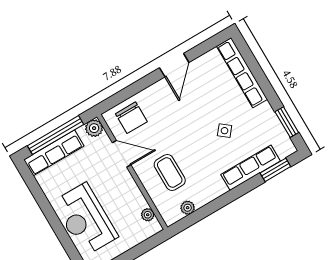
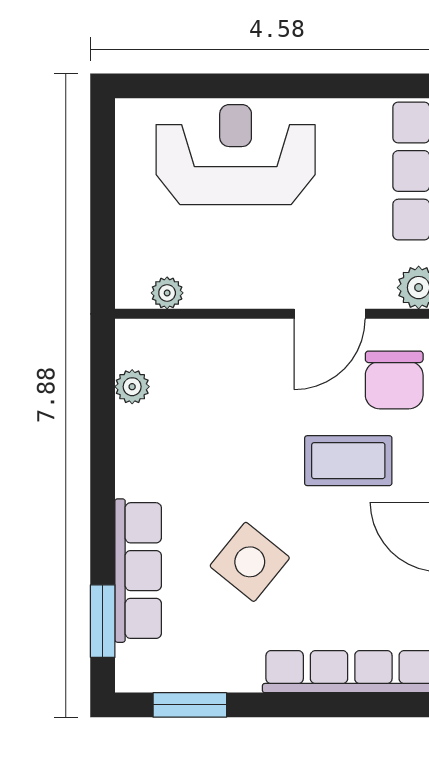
chair: (131, 118) -> (394, 380), turned -90
side table: (225, 131) -> (250, 562), width x1.87, depth x1.87
coffee table: (170, 173) -> (348, 461), moved

